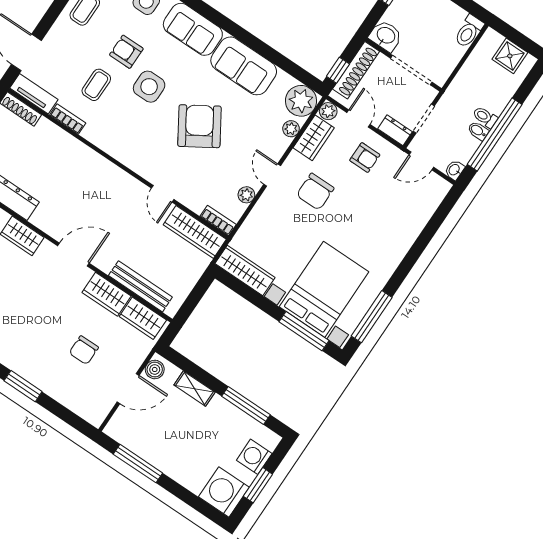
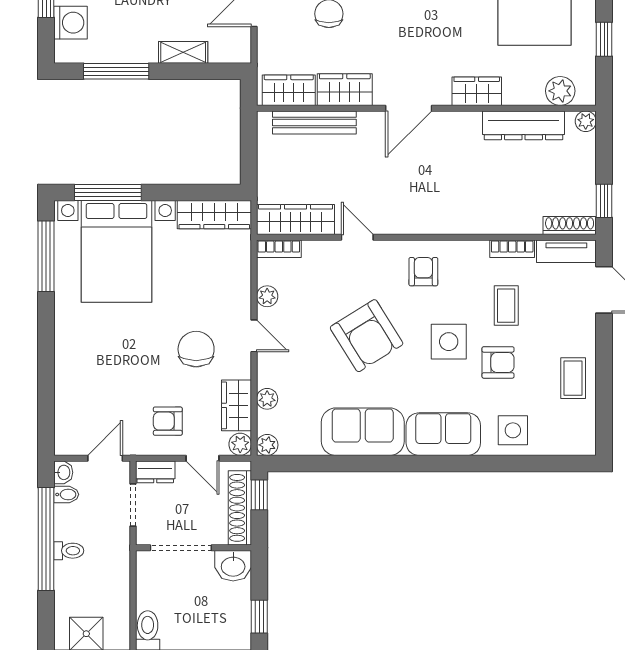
plant: (301, 101) -> (267, 445), width x0.53, depth x0.53
bidet: (478, 131) -> (66, 494), moved
armchair: (135, 143) -> (423, 272), added
boiler: (155, 369) -> (239, 44), removed

